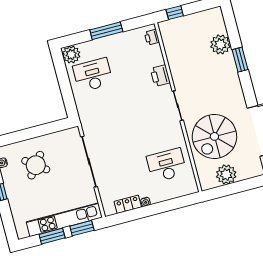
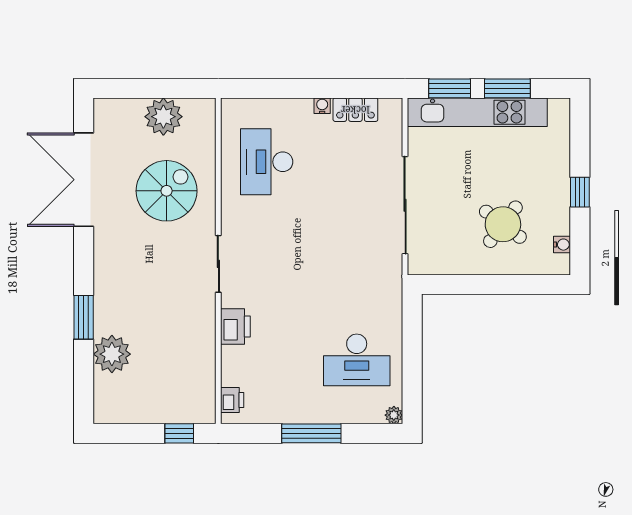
plant: (71, 54) -> (394, 415), width x0.53, depth x0.53
spiral stairs: (214, 136) -> (167, 191), width x0.73, depth x0.73
desk: (167, 165) -> (267, 162), turned 90

